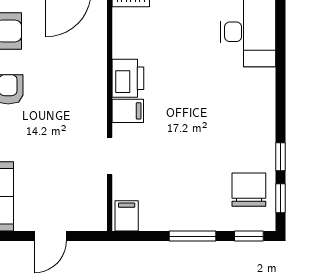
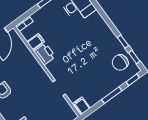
filing cabinet: (128, 111) -> (36, 42), moved
chair: (249, 190) -> (120, 62), turned -90

